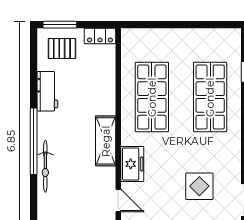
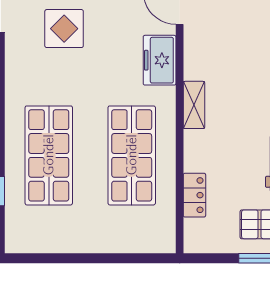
locker: (100, 36) -> (194, 195), moved, turned 90
shelving: (106, 141) -> (194, 105), width x0.67, depth x0.75

